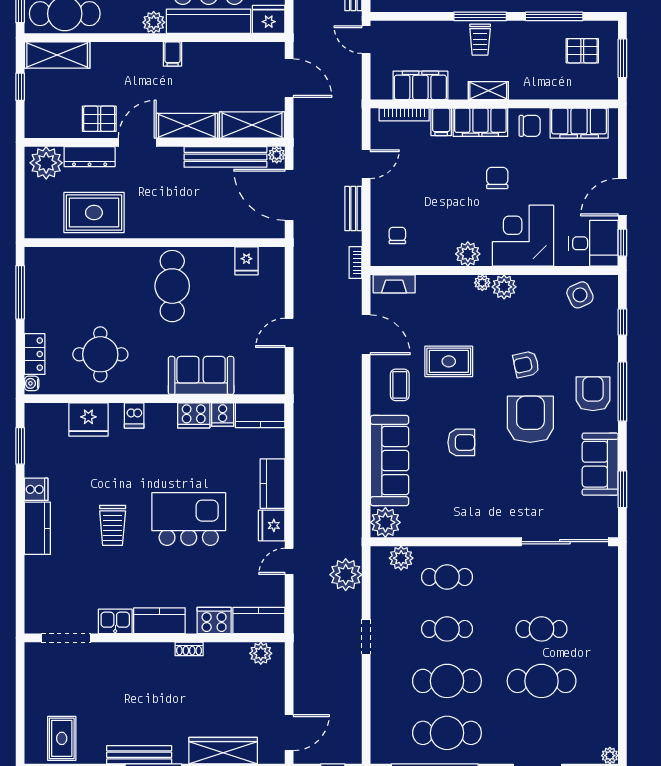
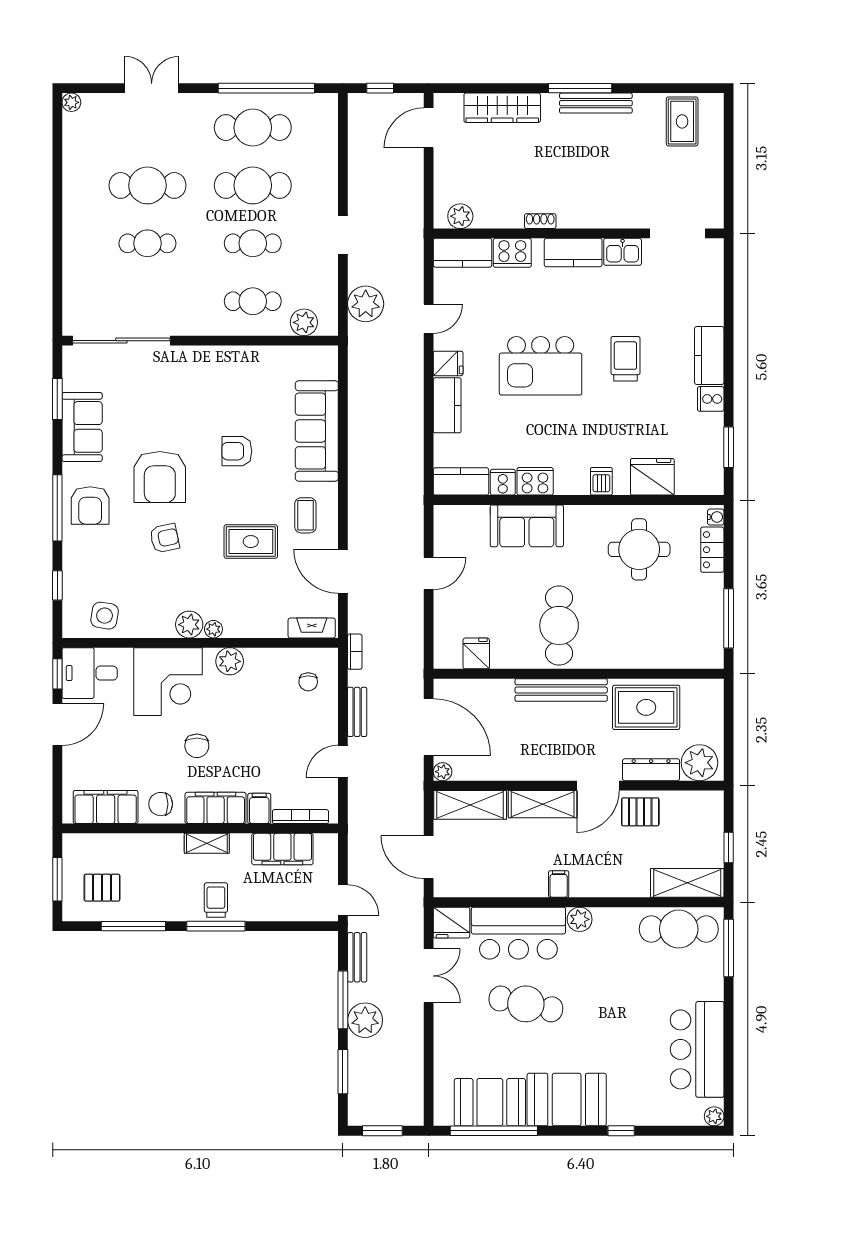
bench: (225, 157) -> (561, 690), moved
side table: (580, 295) -> (105, 616), turned 34
plant: (385, 522) -> (321, 362), removed
fridge: (272, 525) -> (448, 363), width x0.72

